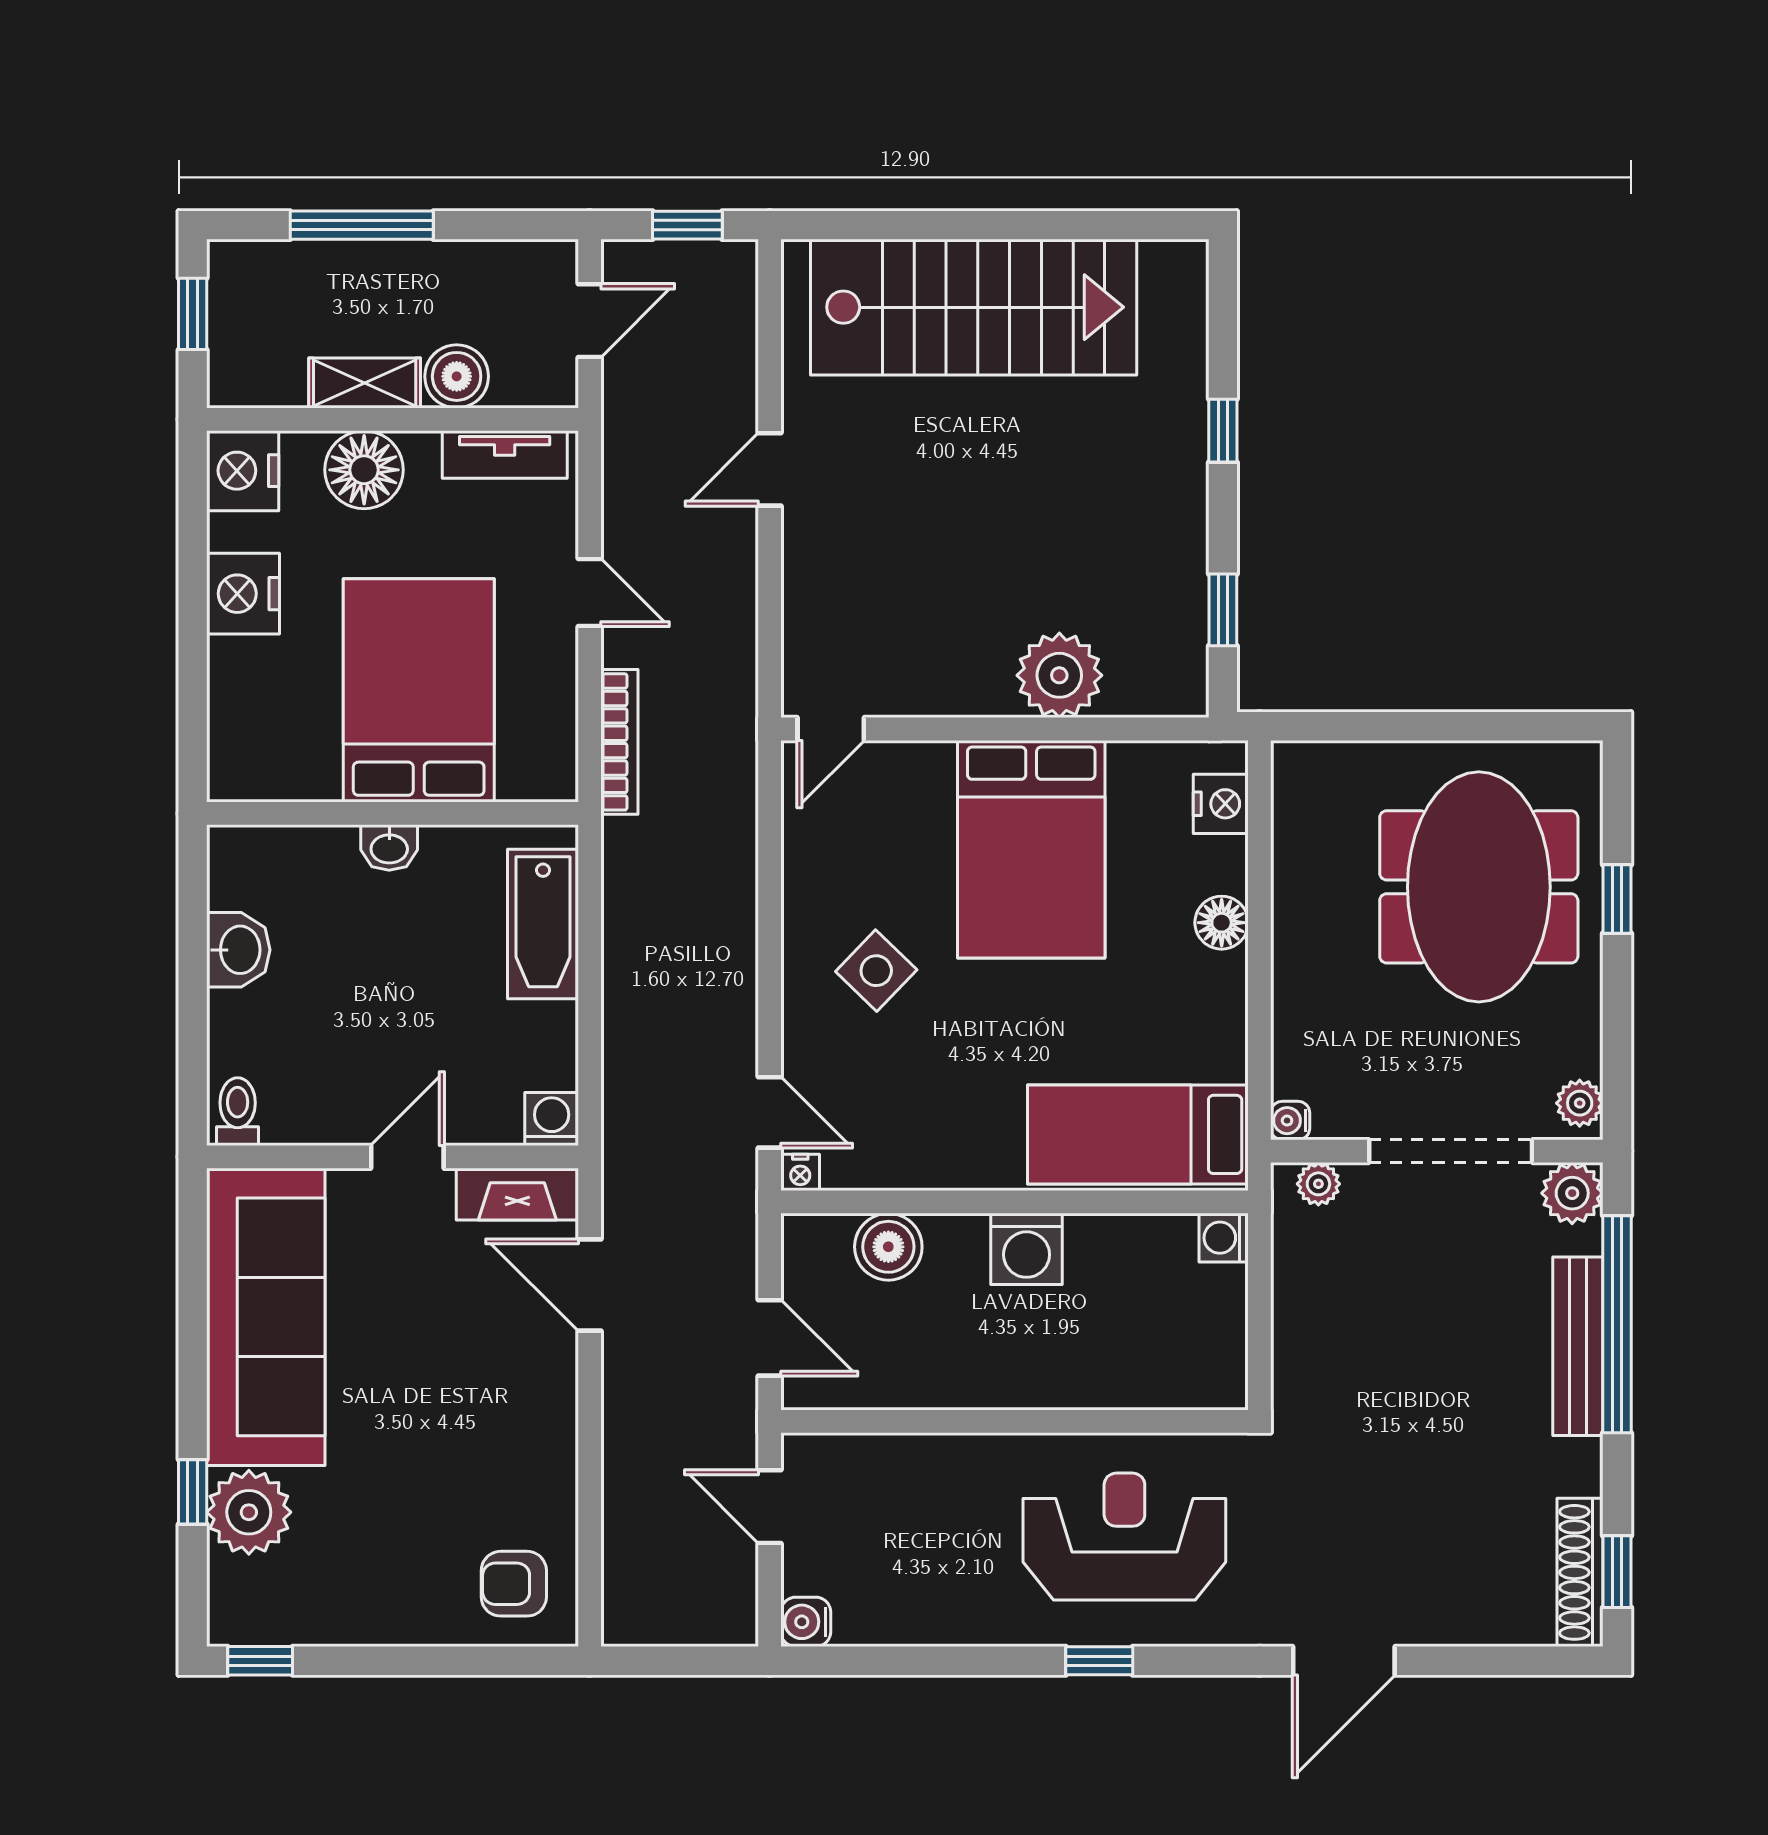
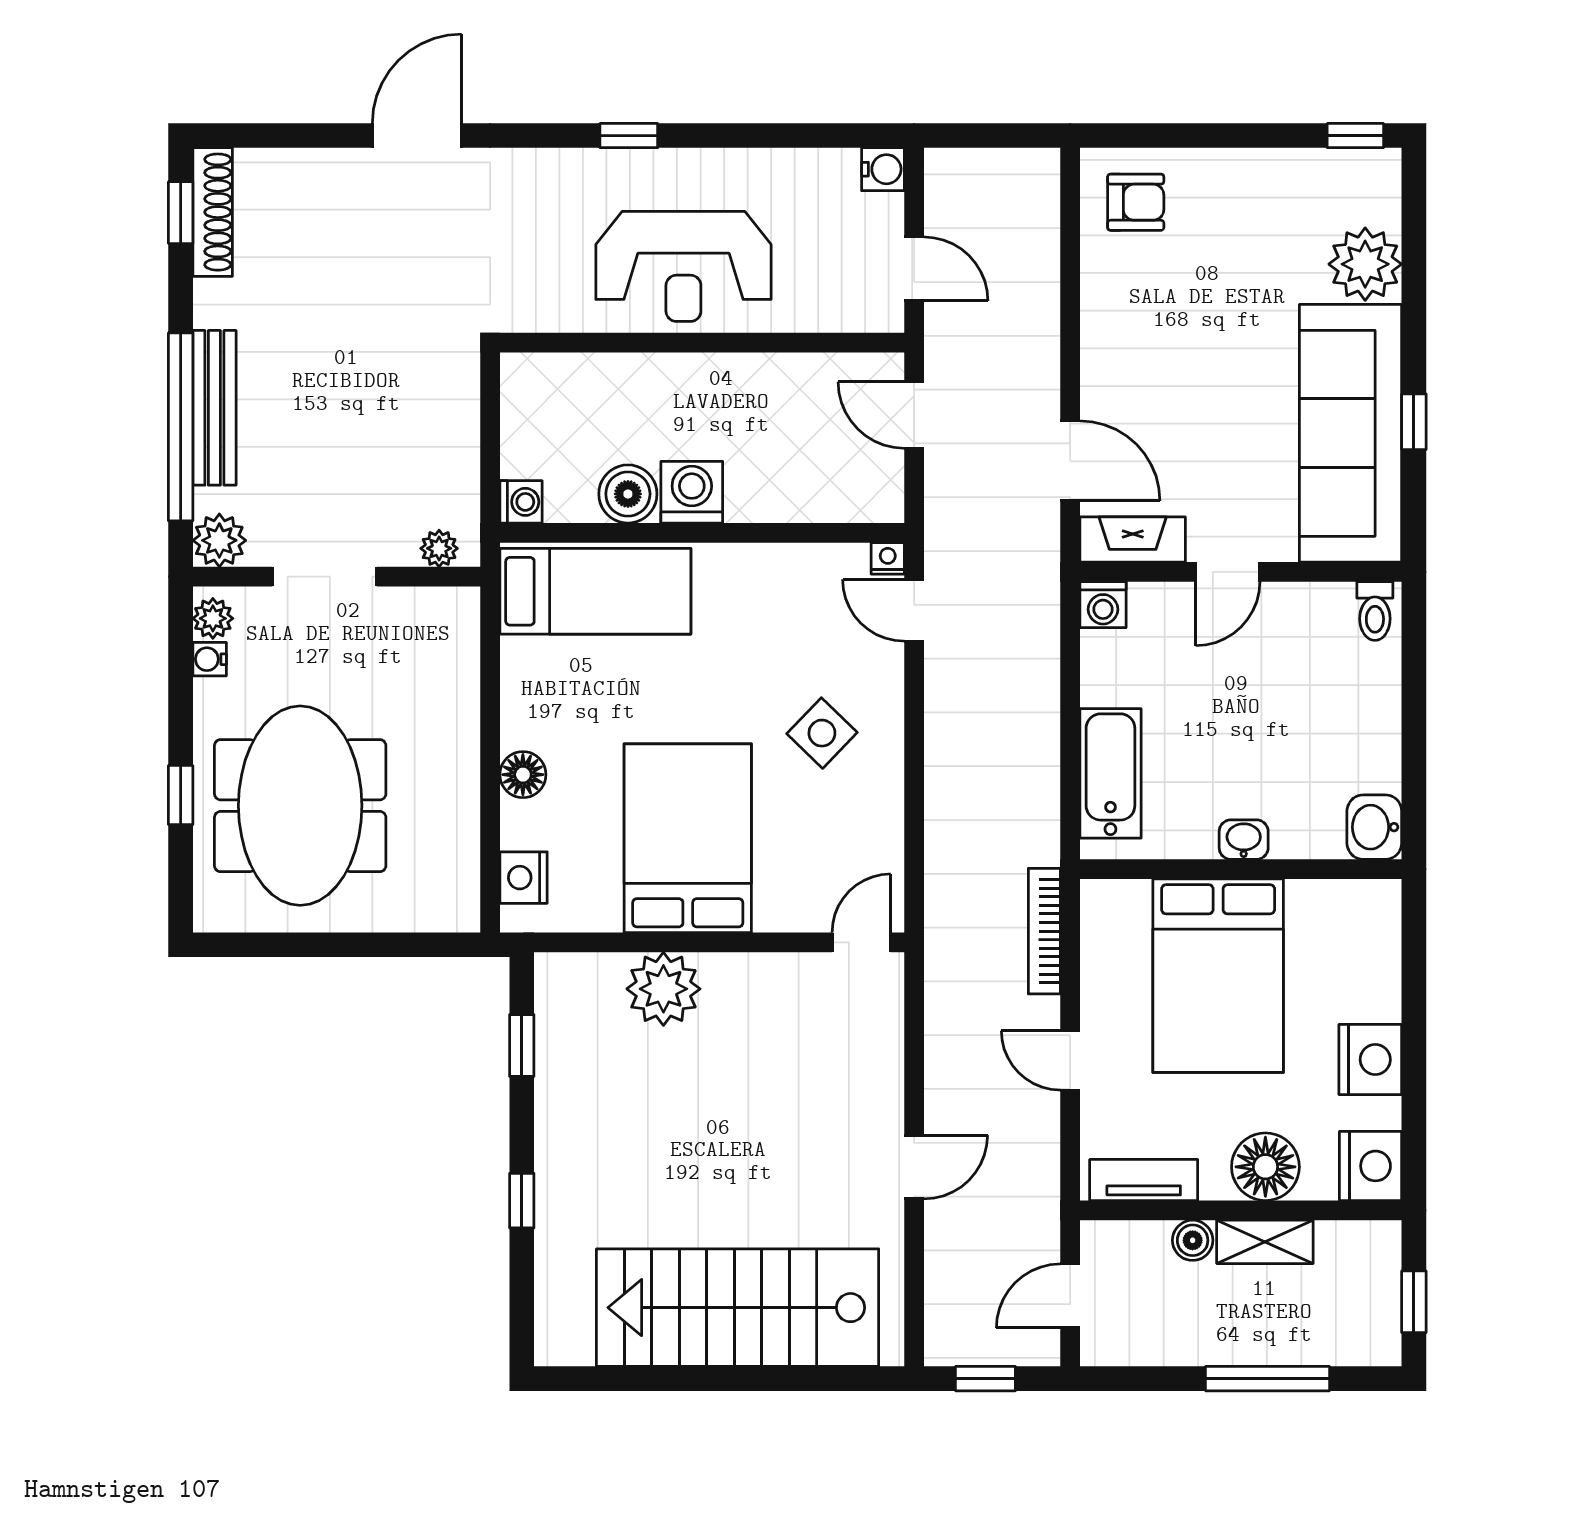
boiler: (457, 376) -> (1193, 1240), width x0.73, depth x0.73
washbasin: (238, 950) -> (1374, 827), moved
water cooler: (1290, 1121) -> (210, 659), moved, turned 180
doorway: (1451, 1151) -> (325, 577), width x0.73
boiler: (888, 1247) -> (628, 494), moved
window: (193, 1492) -> (1414, 422), moved
reception desk: (1124, 1537) -> (683, 266), moved

